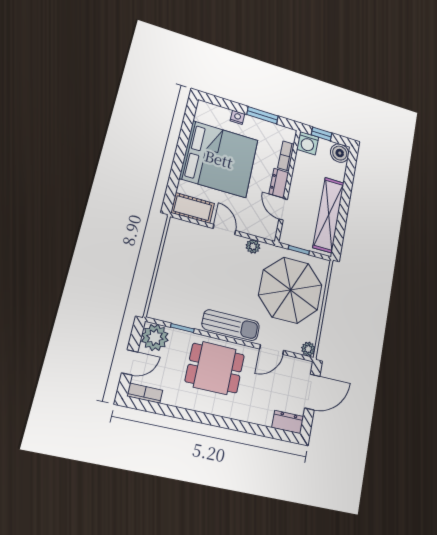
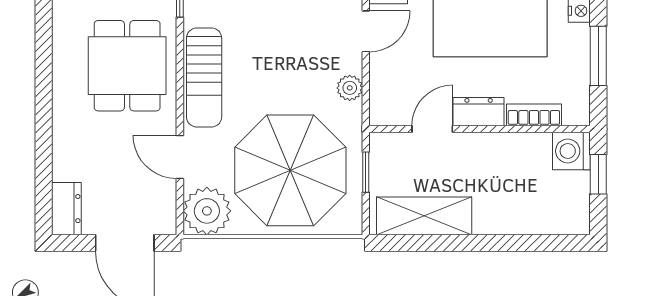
boiler: (340, 153) -> (572, 216), removed
shelving: (329, 215) -> (424, 216), width x0.68
plant: (308, 349) -> (207, 211), width x1.88, depth x1.88

